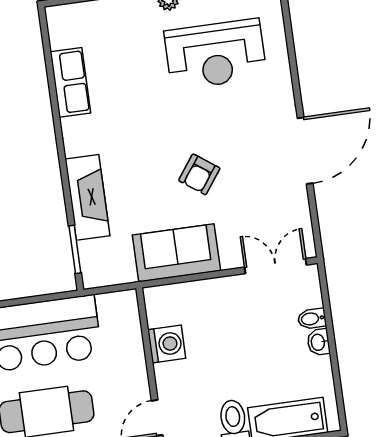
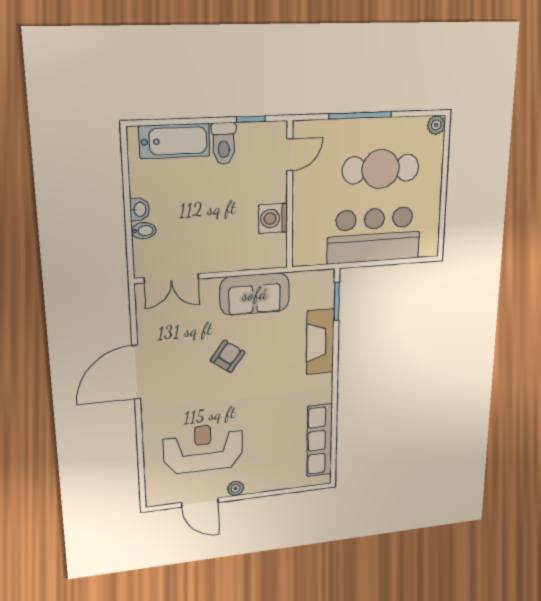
row of seats: (70, 82) -> (320, 440), width x1.48

